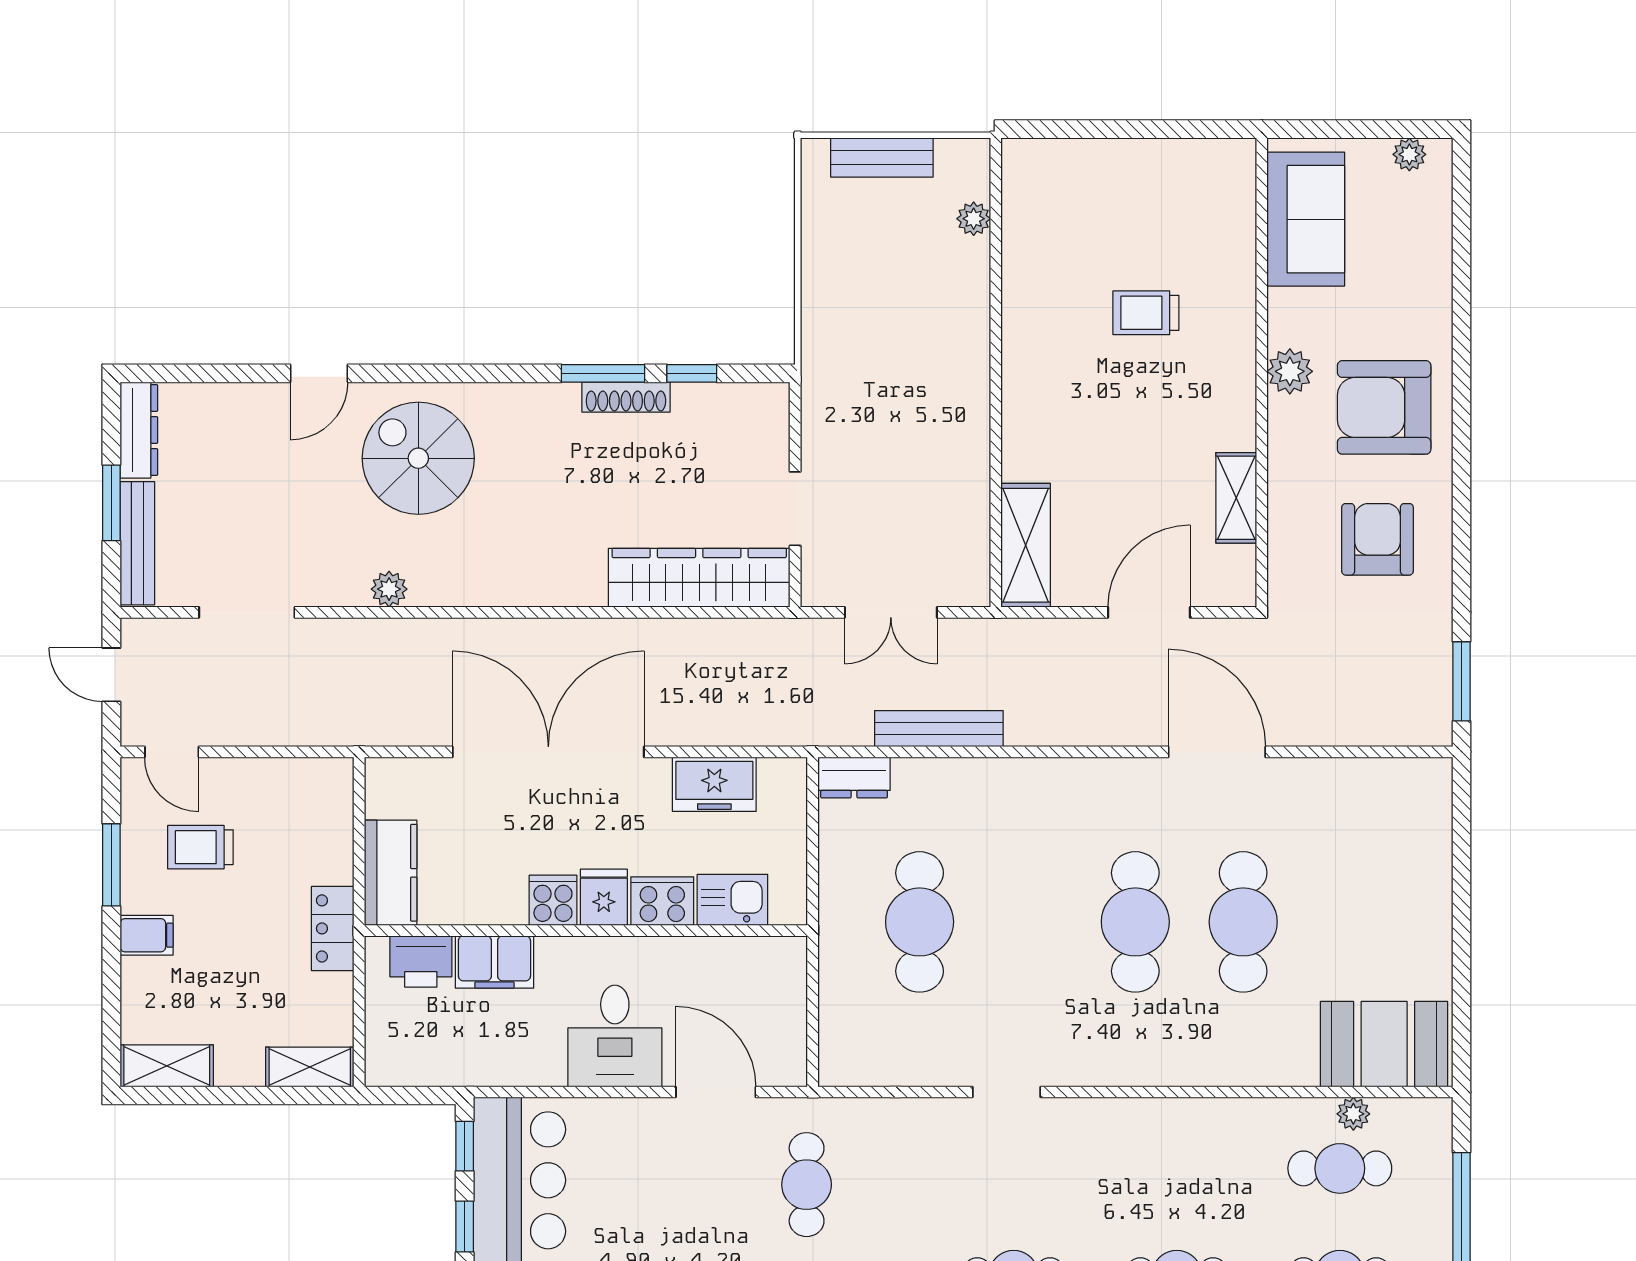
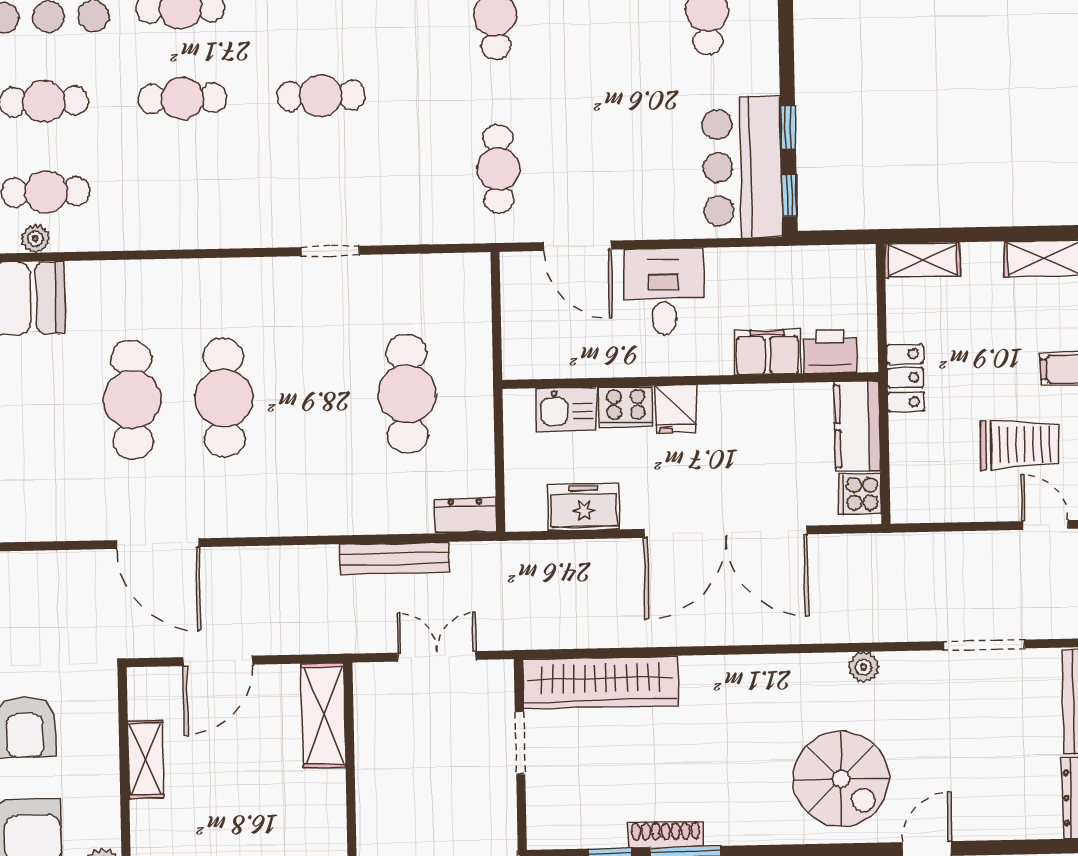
trolley: (200, 847) -> (1019, 445), width x1.36, depth x1.39
cooker: (553, 900) -> (860, 494), moved, turned 90

